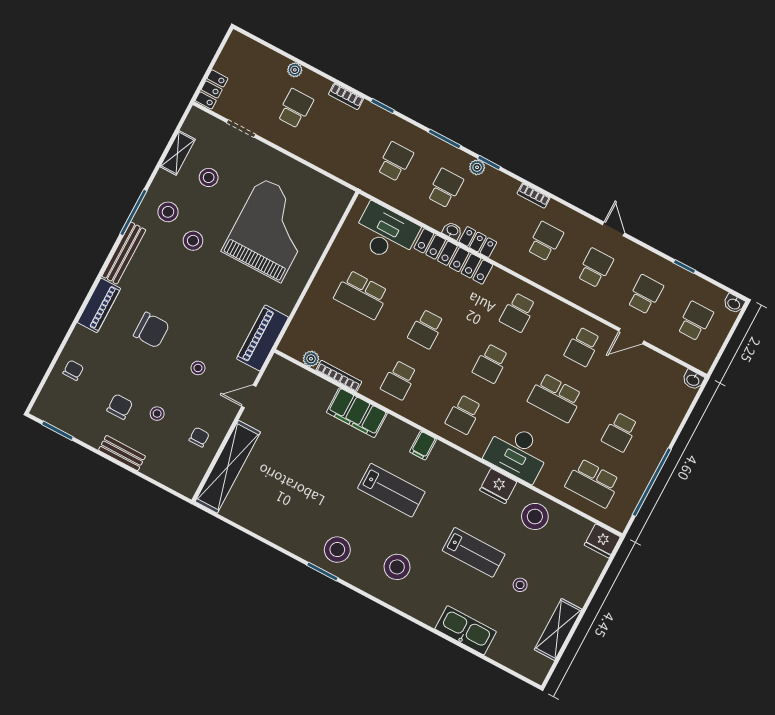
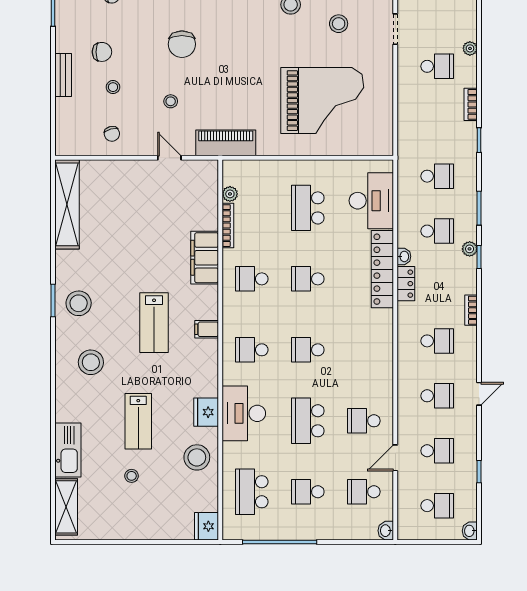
stool: (193, 241) -> (277, 39), removed
school desk: (518, 312) -> (364, 492), moved
door: (631, 336) -> (395, 458), hinge flipped
chair: (199, 437) -> (112, 134), turned 75
shelving: (228, 467) -> (67, 204), moved, turned 90
shelving: (558, 629) -> (66, 507), moved, turned 90

